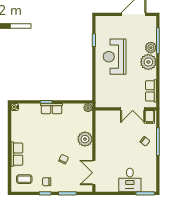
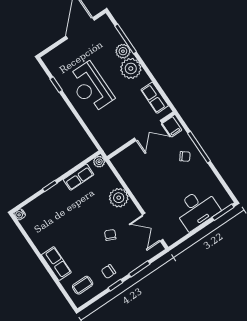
row of seats: (51, 109) -> (78, 177), moved
desk: (130, 180) -> (197, 209), width x1.37

